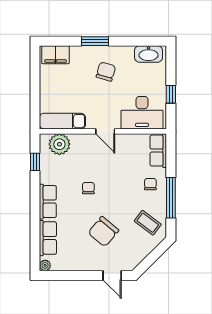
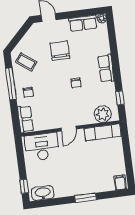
filing cabinet: (55, 55) -> (120, 182), width x0.50
chair: (106, 72) -> (74, 175), removed
window: (171, 94) -> (24, 186), moved
door: (105, 131) -> (68, 129), swing flipped
chair: (103, 232) -> (60, 51), turned -40
row of seats: (48, 238) -> (83, 23), moved, turned -90

